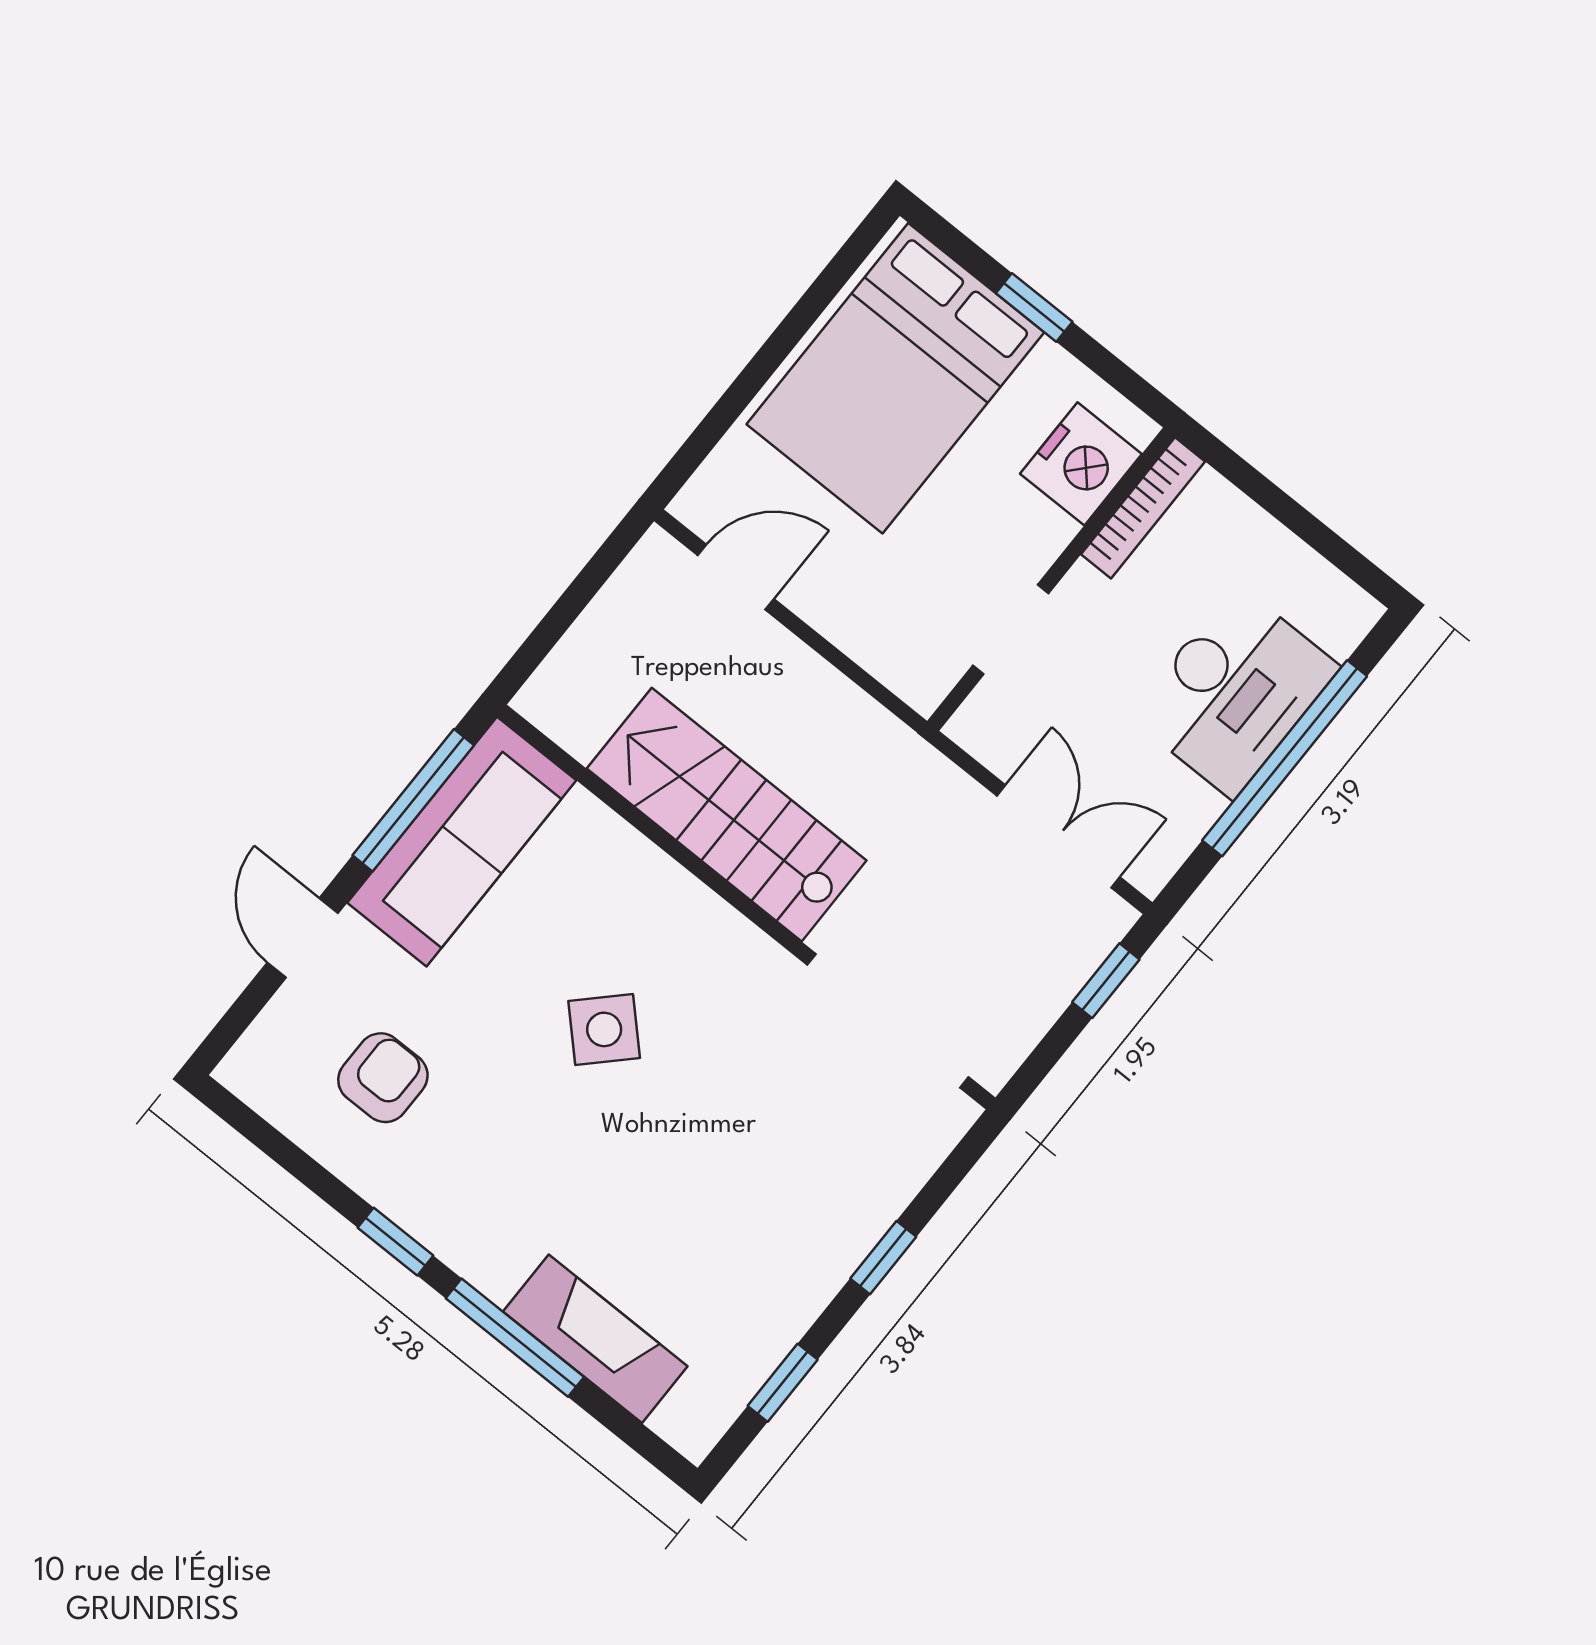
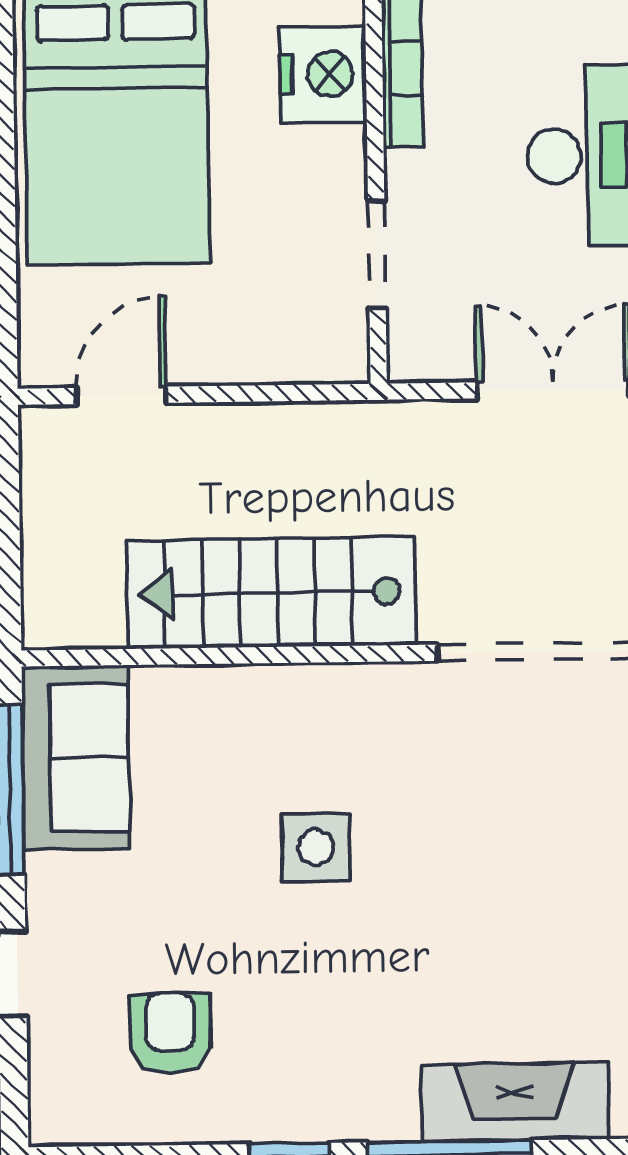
sofa: (462, 842) -> (76, 758), width x0.73
side table: (604, 1029) -> (316, 847), turned 45

